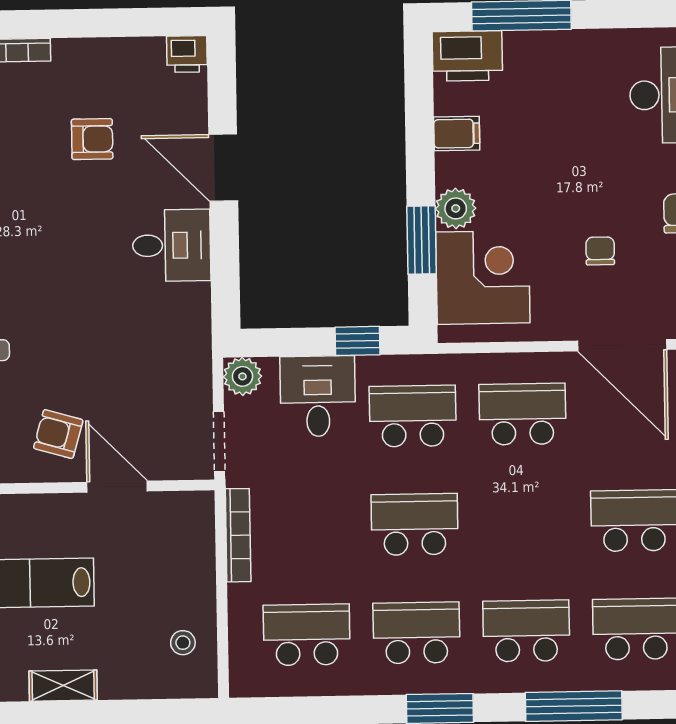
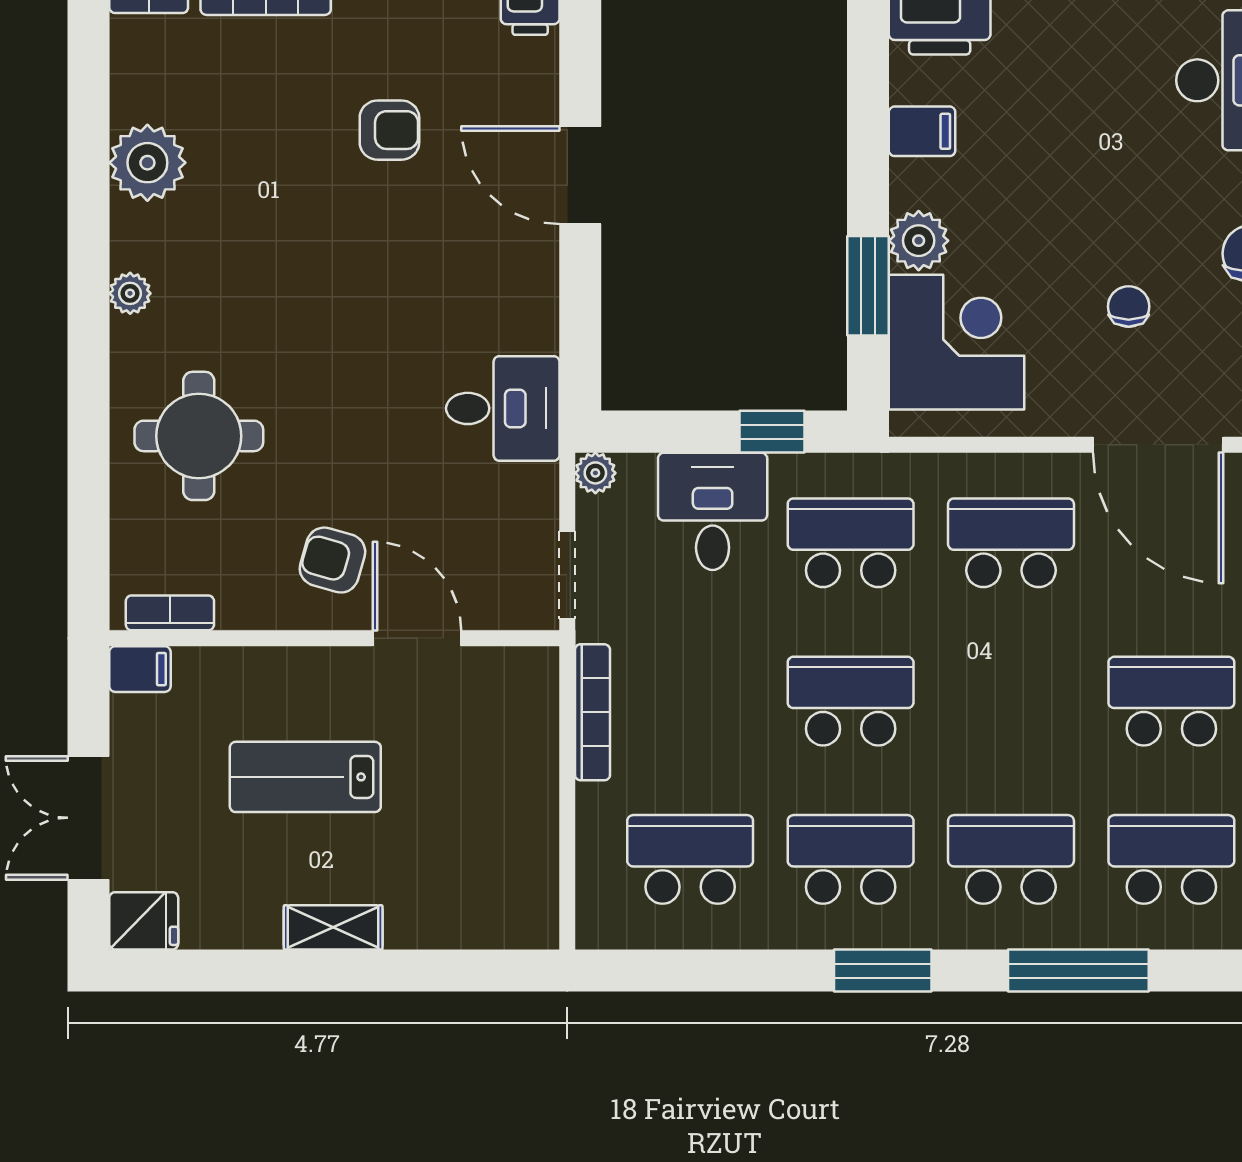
desk: (172, 245) -> (503, 408), moved
plant: (242, 376) -> (595, 473), width x0.73, depth x0.73
stool: (183, 643) -> (509, 868), removed

